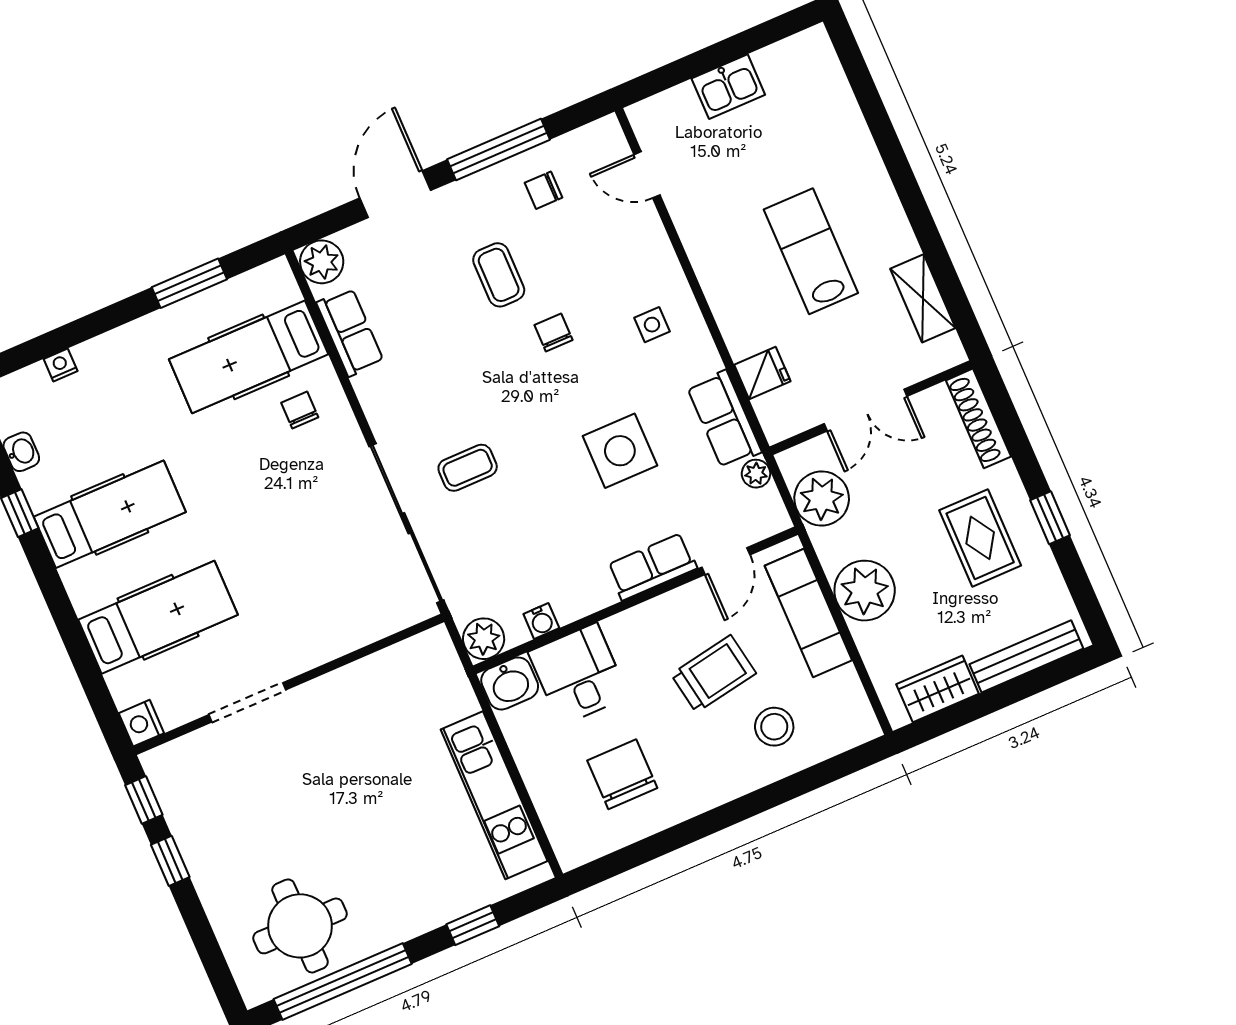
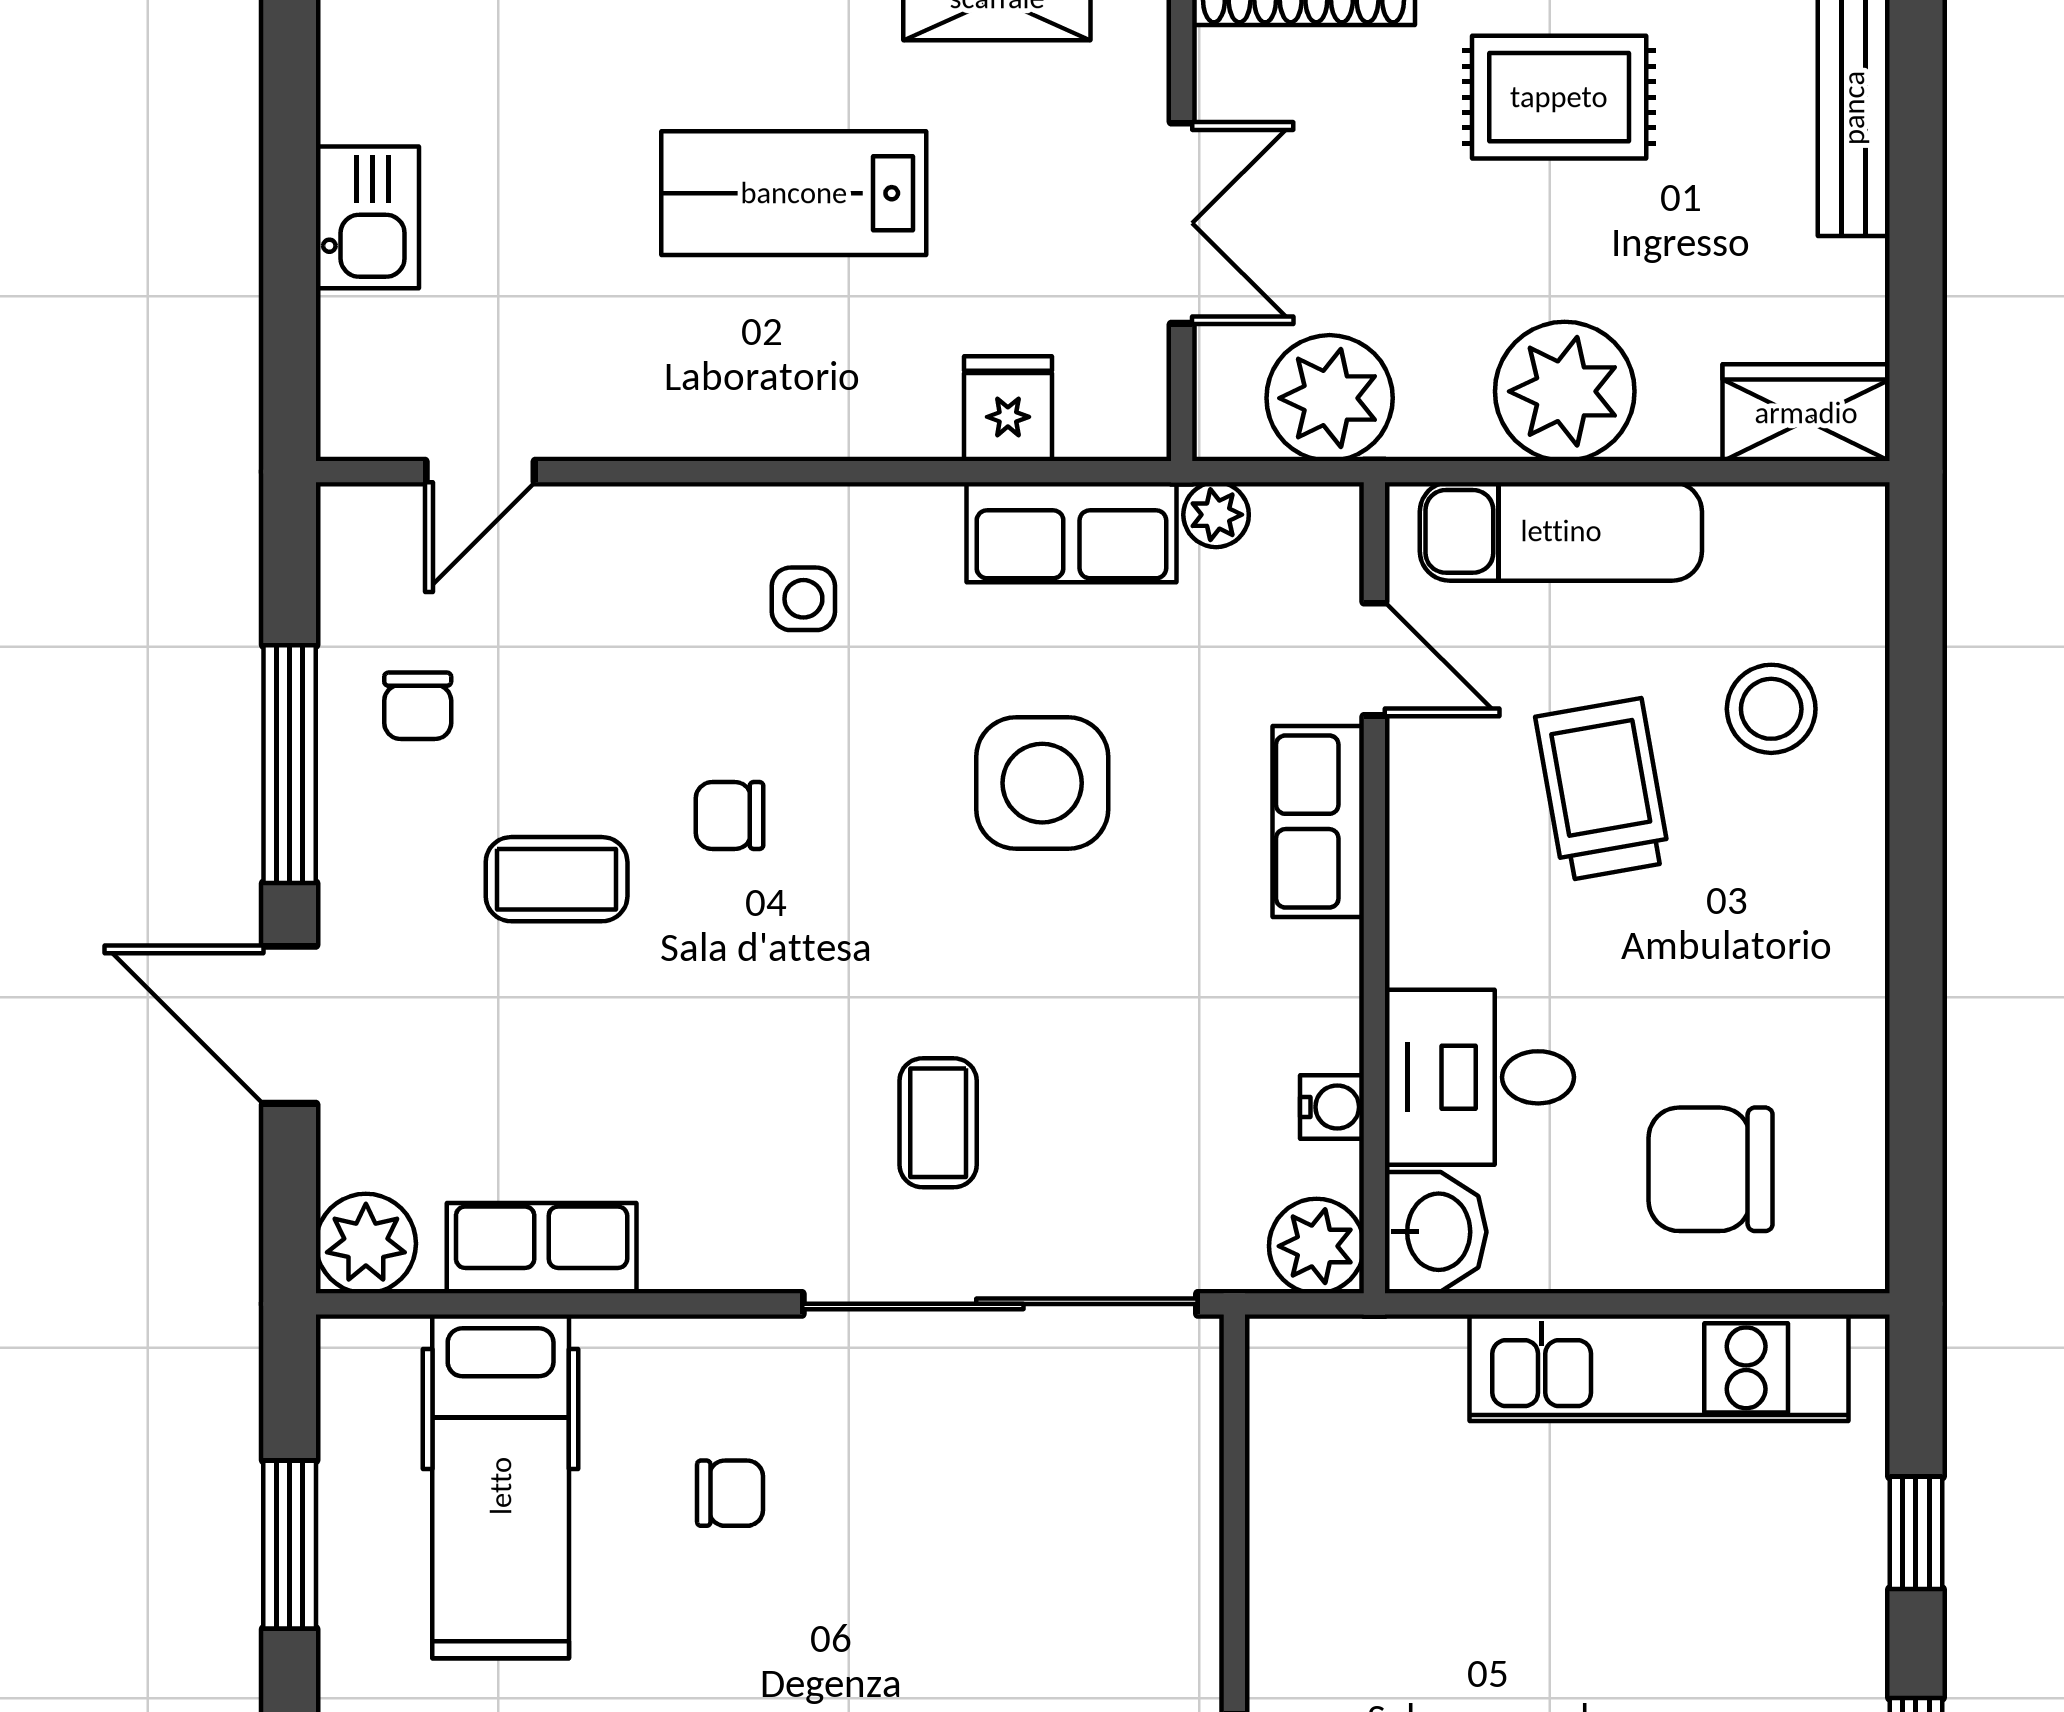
chair: (300, 410) -> (730, 1493), moved, turned 180
wardrobe: (938, 689) -> (1806, 413), moved, turned 90
chair: (622, 774) -> (1711, 1169), moved

